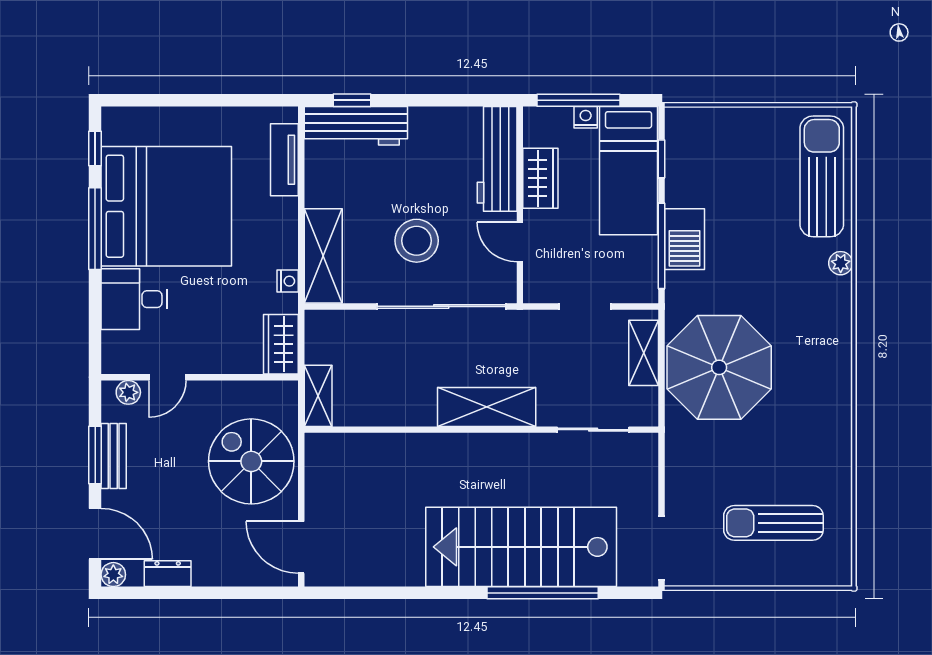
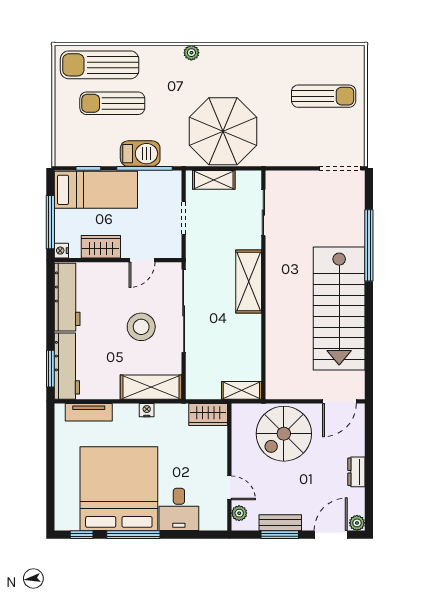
window: (352, 100) -> (50, 369), width x1.50
nightstand: (586, 117) -> (61, 251), moved
workbench: (497, 159) -> (67, 297), moved, turned -90
sun lounger: (762, 196) -> (112, 103), added
plant: (841, 263) -> (191, 53), moved
nightstand: (288, 281) -> (147, 410), moved
sun lounger: (773, 523) -> (324, 96), turned -90
stairs: (521, 547) -> (339, 308), moved
dresser: (168, 574) -> (356, 472), moved

